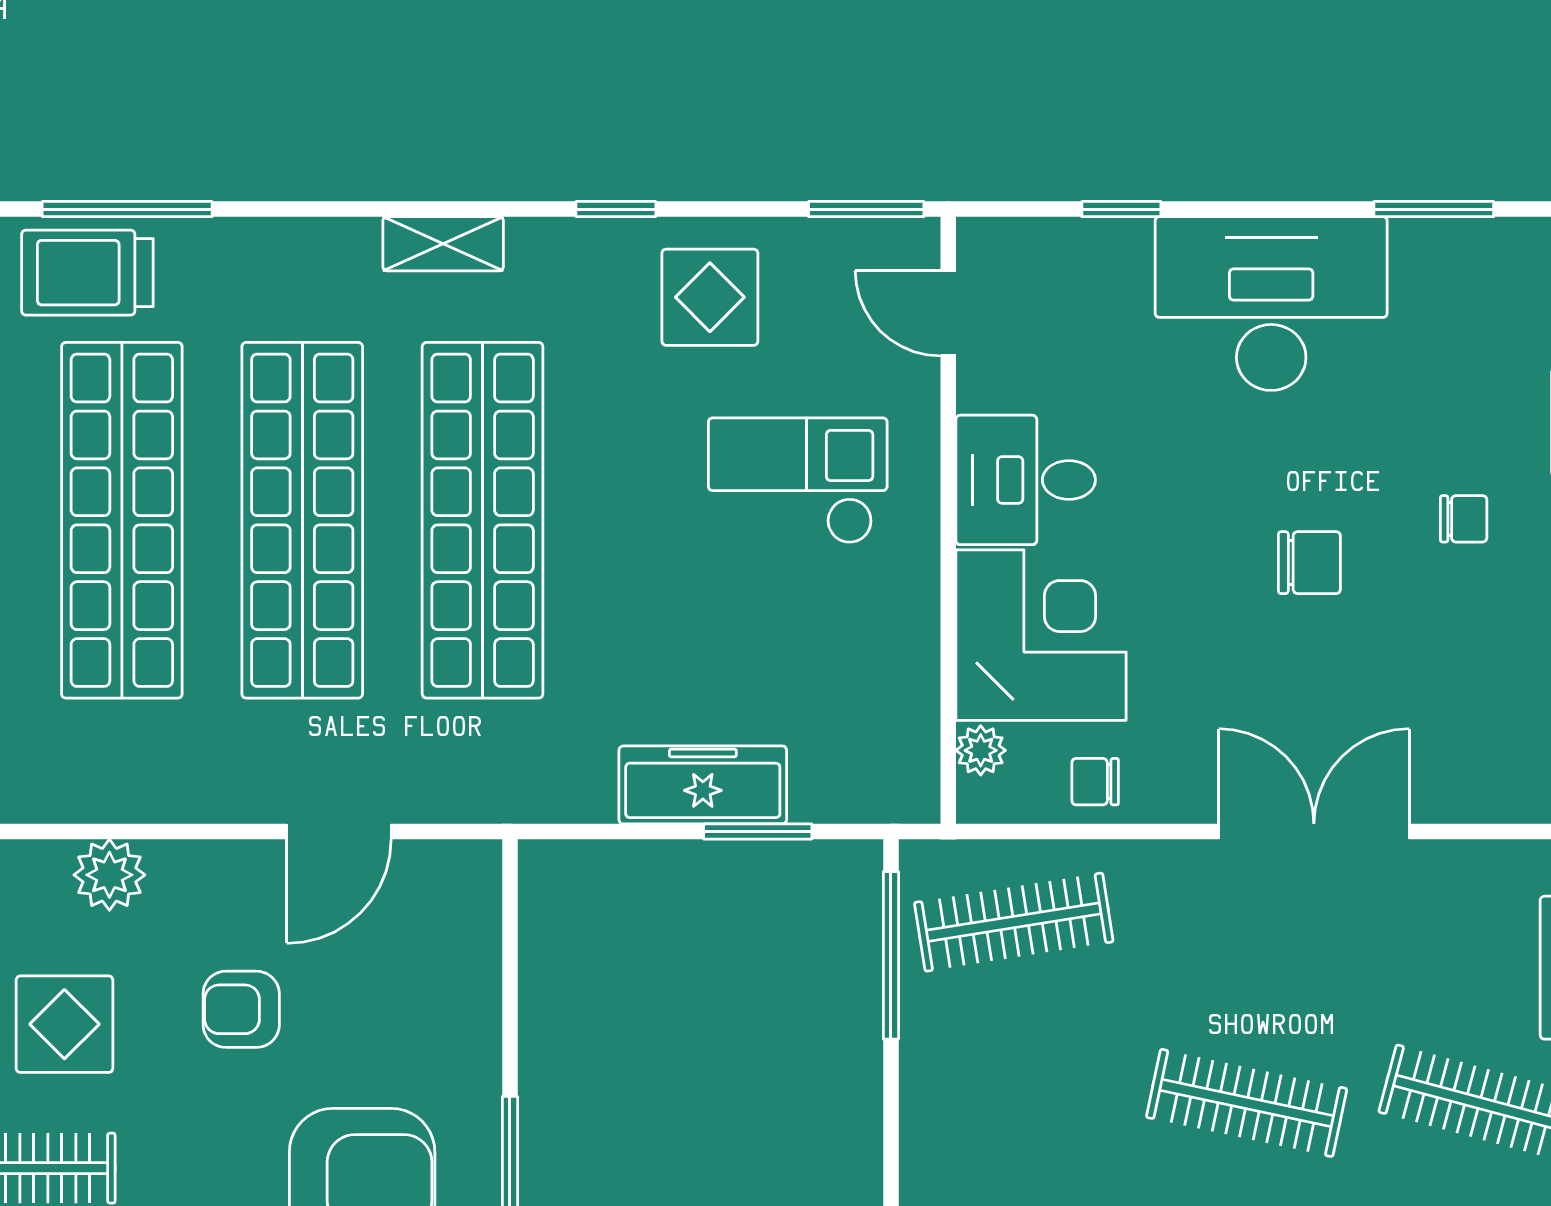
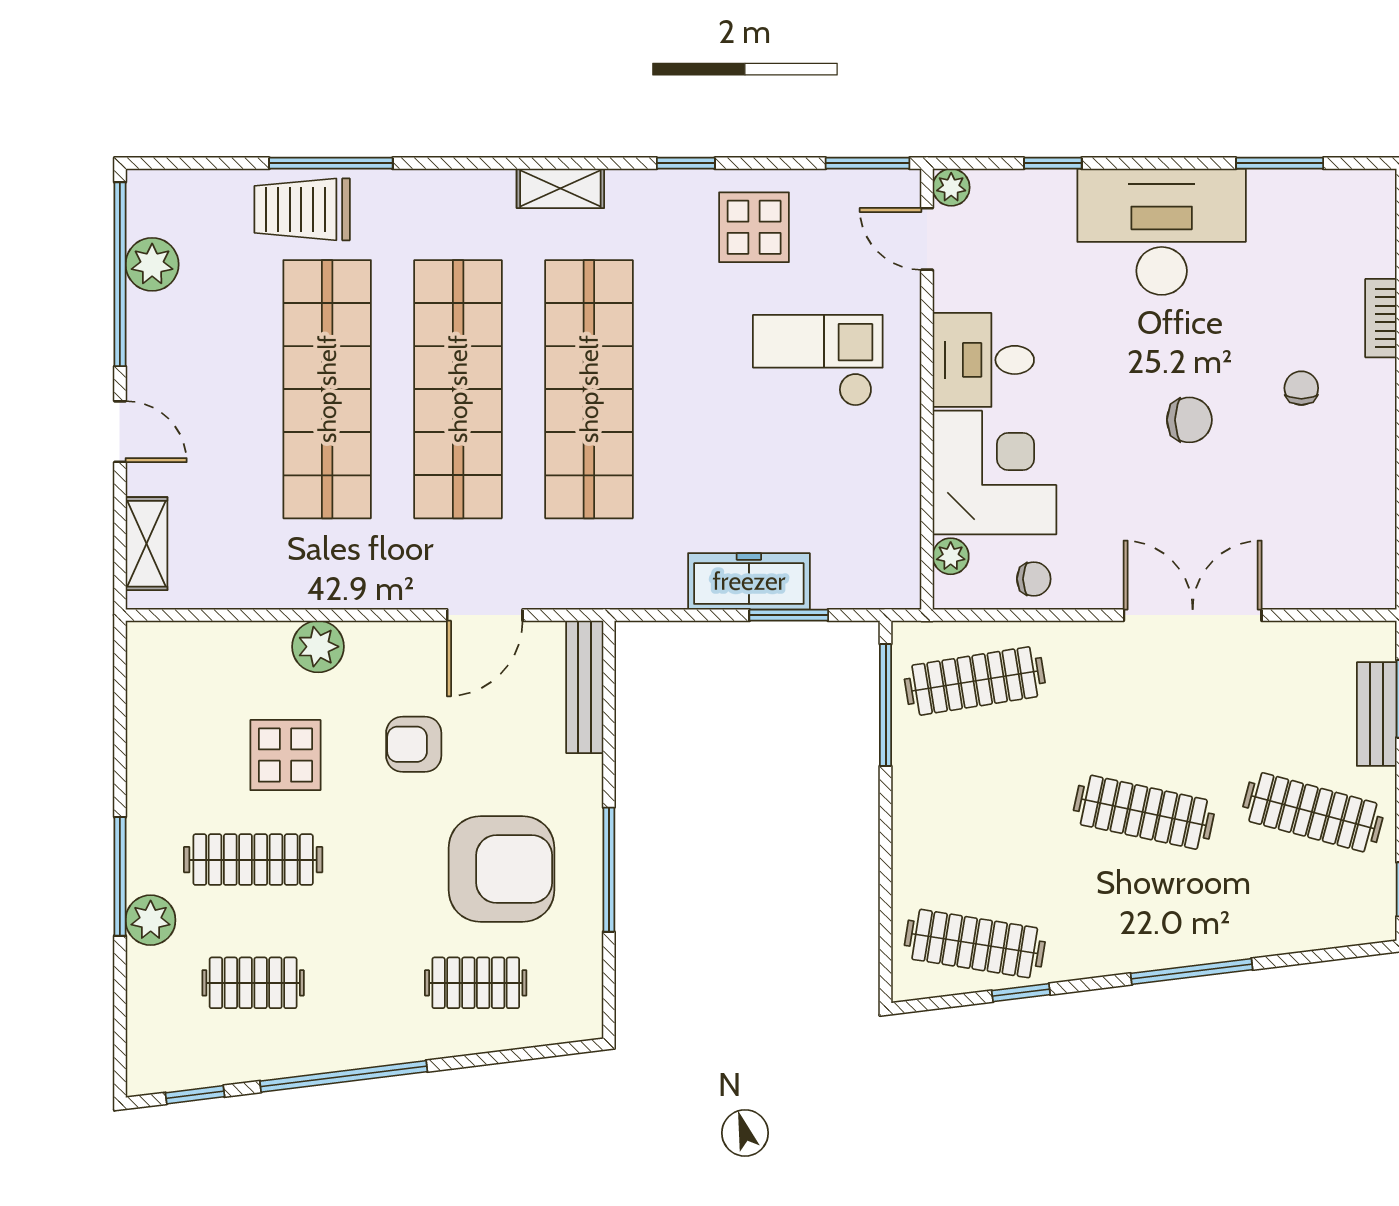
plant: (981, 242) -> (951, 187), added
chair: (1464, 519) -> (1301, 388), turned -90
chair: (1095, 782) -> (1034, 579), turned 180
bench: (477, 930) -> (585, 687), added

